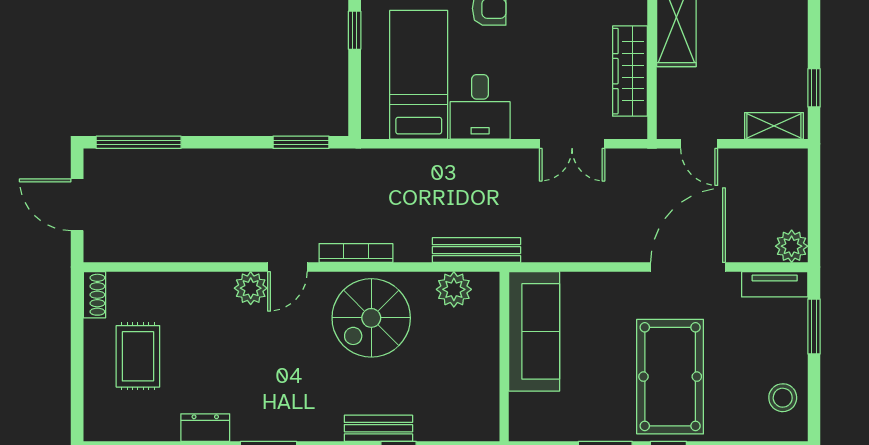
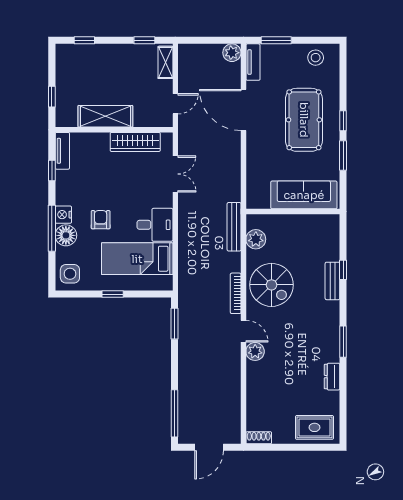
sofa: (534, 331) -> (304, 195), moved
rug: (138, 356) -> (314, 427), moved
pool table: (670, 377) -> (304, 120), turned 90

